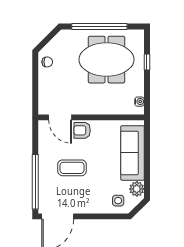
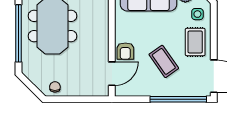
coffee table: (72, 168) -> (164, 61), turned -35
rug: (91, 198) -> (195, 42), added

